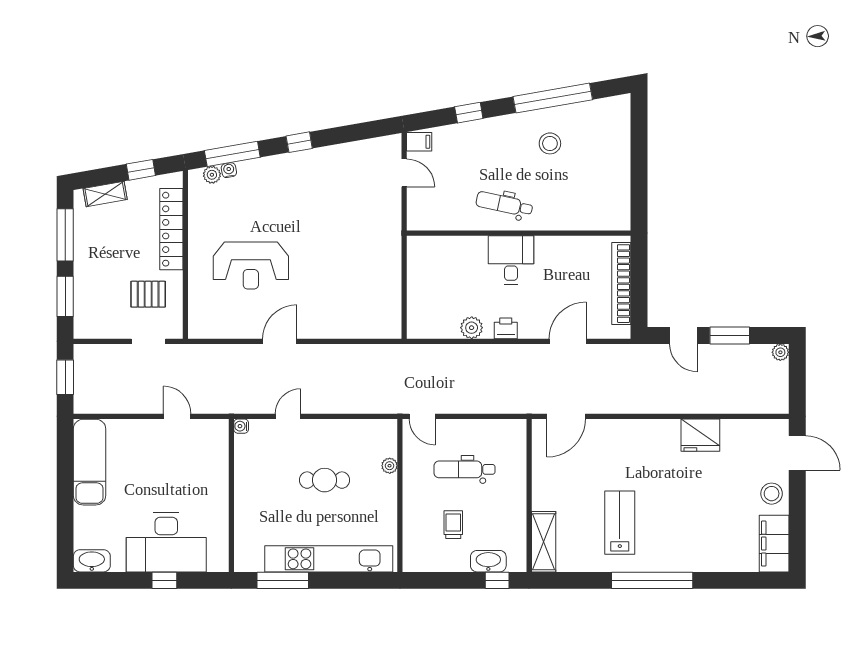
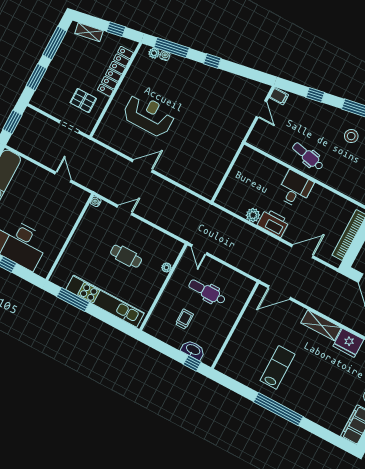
reception desk: (251, 266) -> (149, 115), turned 180
printer: (506, 328) -> (273, 223), width x1.87, depth x1.48
shelving: (544, 542) -> (321, 325), moved, turned 90

